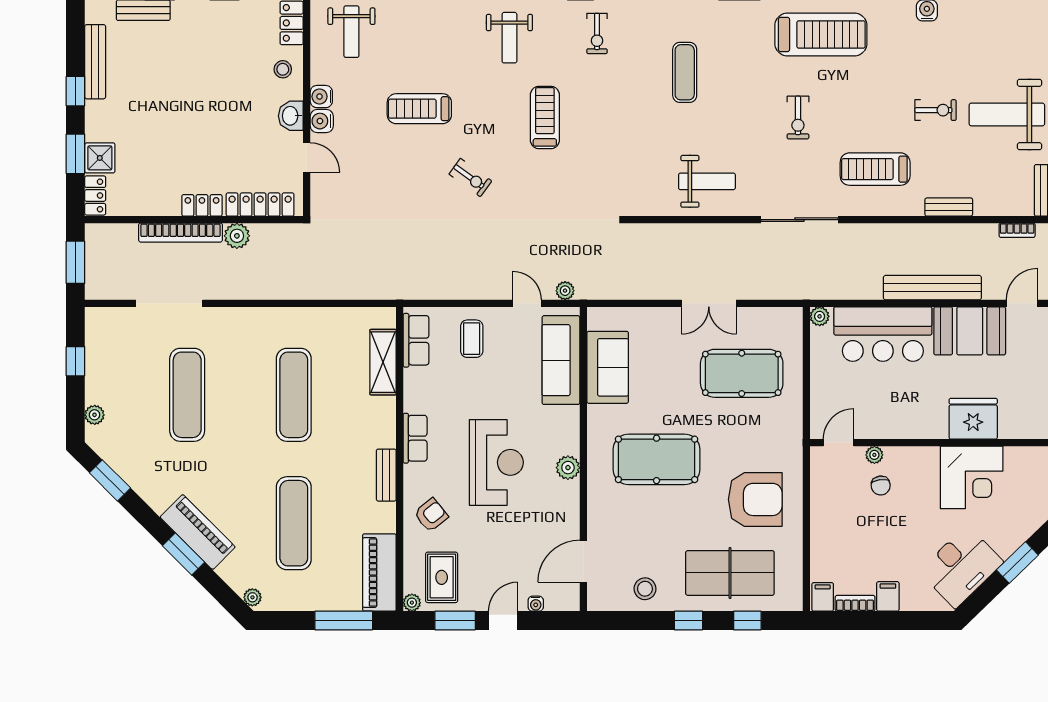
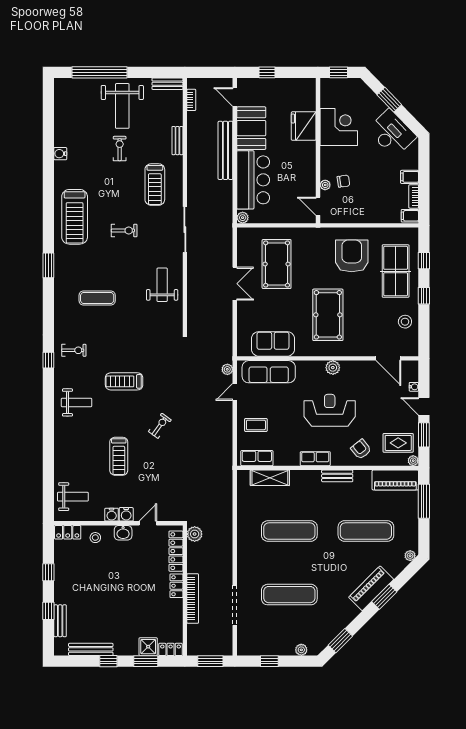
treadmill: (821, 34) -> (75, 217), turned 180
plant: (237, 236) -> (195, 534), moved

